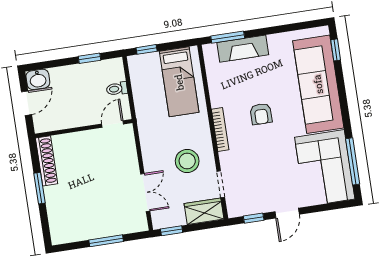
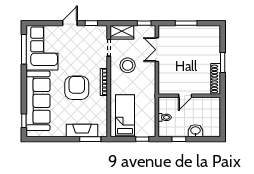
washbasin: (38, 79) -> (195, 131), moved
door: (27, 103) -> (223, 117), removed
armchair: (261, 114) -> (77, 88), width x1.88, depth x1.88
door: (113, 124) -> (185, 96), moved

